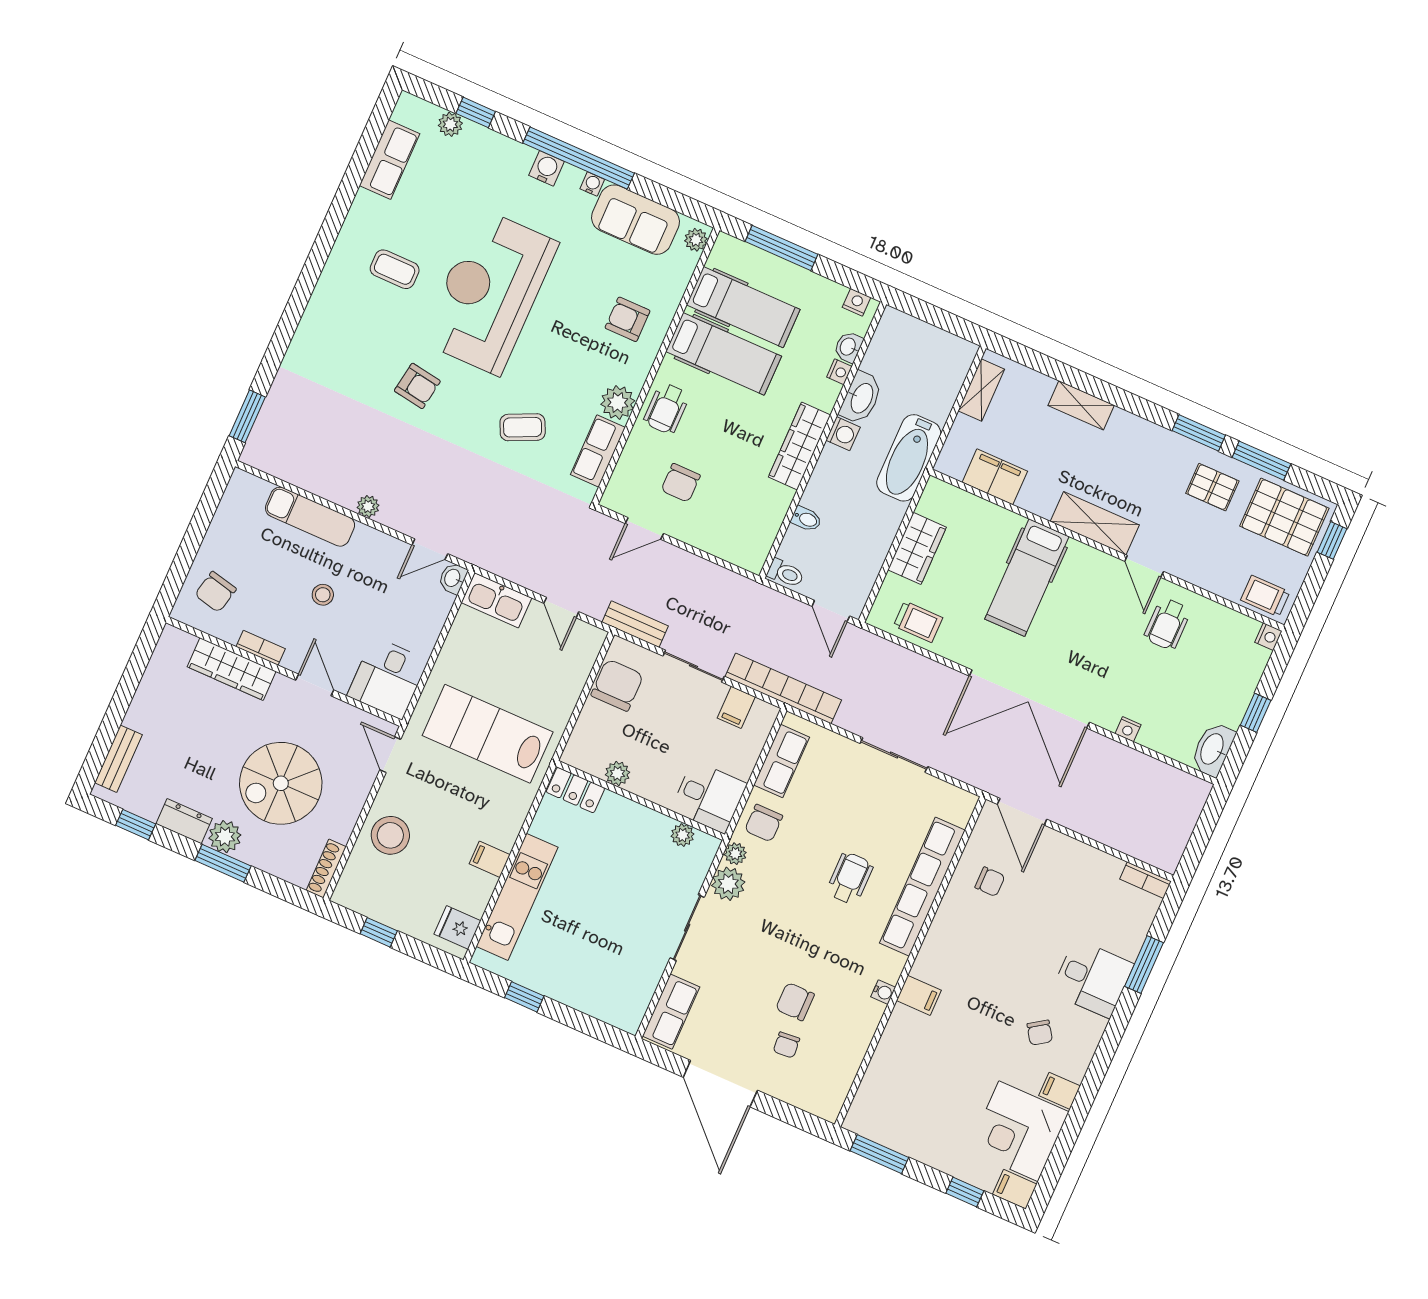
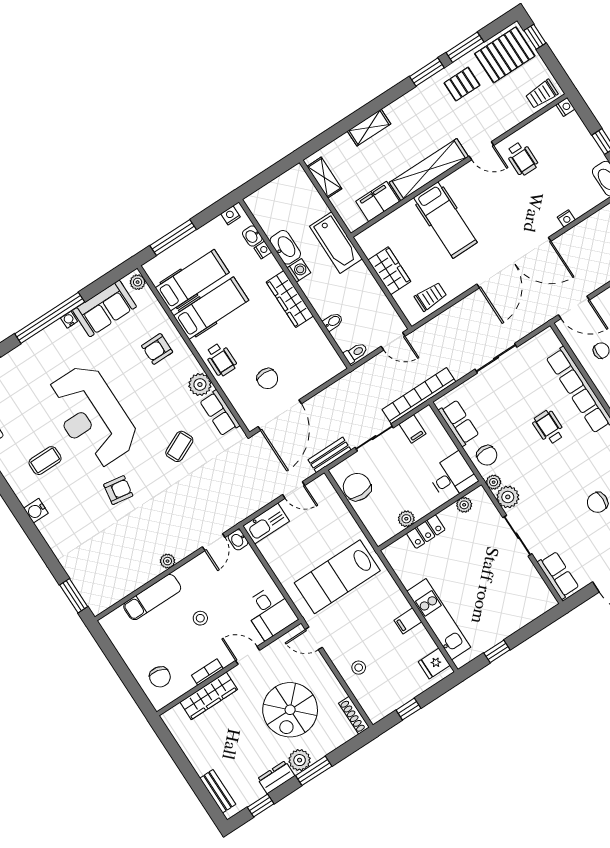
water cooler: (547, 168) -> (36, 511), moved, turned -90
shelving: (1095, 523) -> (429, 170), width x1.47
door: (644, 528) -> (280, 415), width x1.87
locker: (575, 790) -> (426, 532), moved
stool: (390, 835) -> (359, 668), width x0.53, depth x0.53

